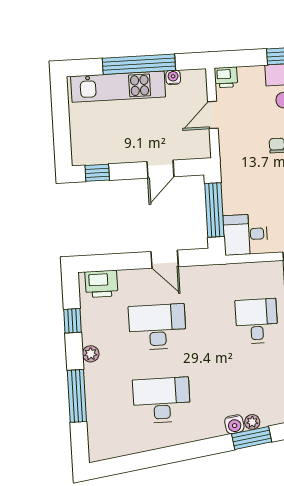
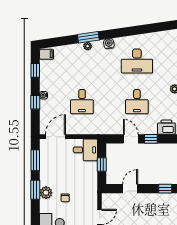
window: (214, 210) -> (102, 164), width x0.46
window: (128, 261) -> (151, 139), added
desk: (157, 327) -> (137, 102), width x0.73
water cooler: (234, 424) -> (109, 44), moved

